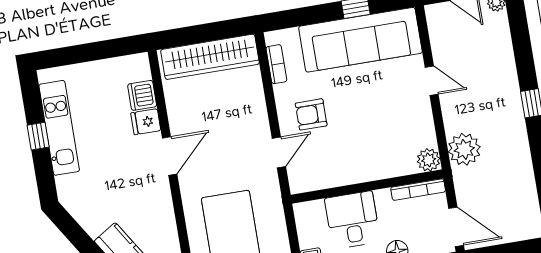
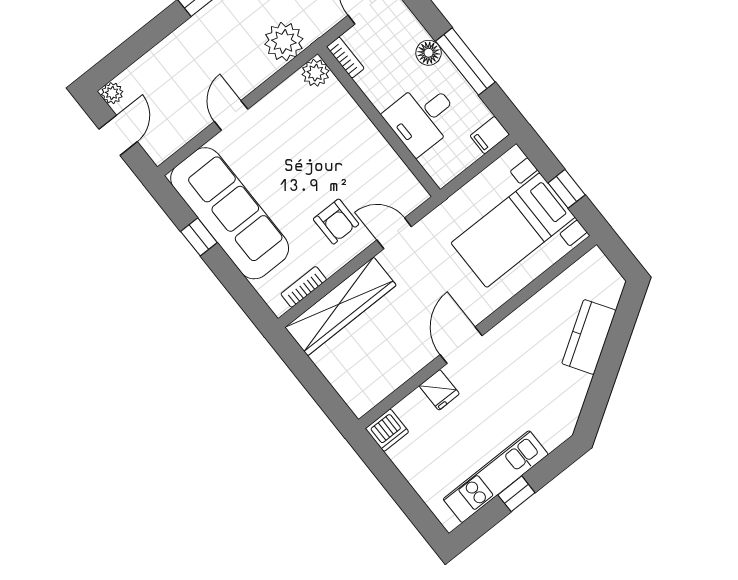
wardrobe: (210, 57) -> (341, 306), moved, turned 90
dishwasher: (142, 95) -> (387, 430), moved
door: (170, 156) -> (461, 345), hinge flipped
bookcase: (418, 190) -> (345, 58), width x0.64

